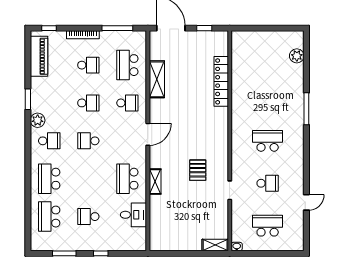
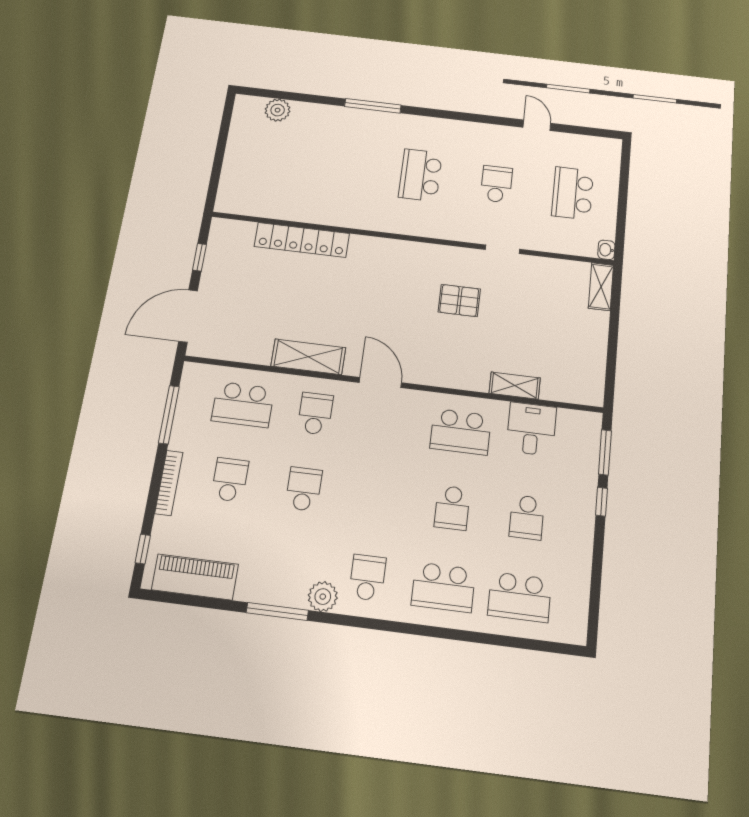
shelving: (157, 79) -> (308, 357), moved
window: (28, 99) -> (277, 612), width x1.44
school desk: (88, 141) -> (452, 508), moved
shelving: (155, 182) -> (515, 386), moved
window: (64, 253) -> (605, 452), moved

